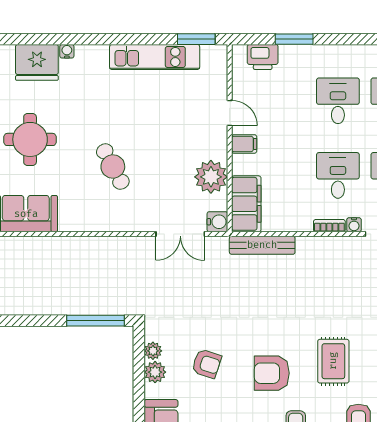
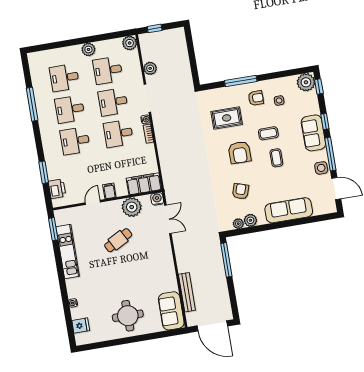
fridge: (37, 62) -> (81, 325), width x0.53, depth x0.75
cafe table: (113, 167) -> (118, 240), moved
bench: (262, 245) -> (187, 292), moved

